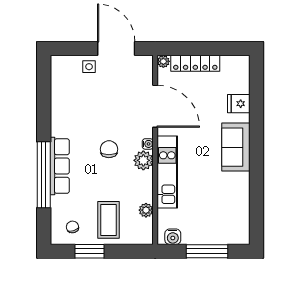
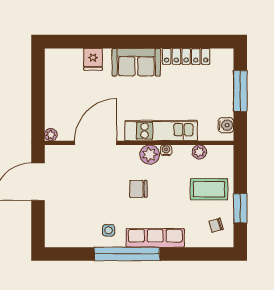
locker: (195, 63) -> (186, 56), moved, turned 90
side table: (89, 67) -> (109, 230), moved
water cooler: (148, 144) -> (166, 150), moved
window: (44, 175) -> (127, 254), moved

